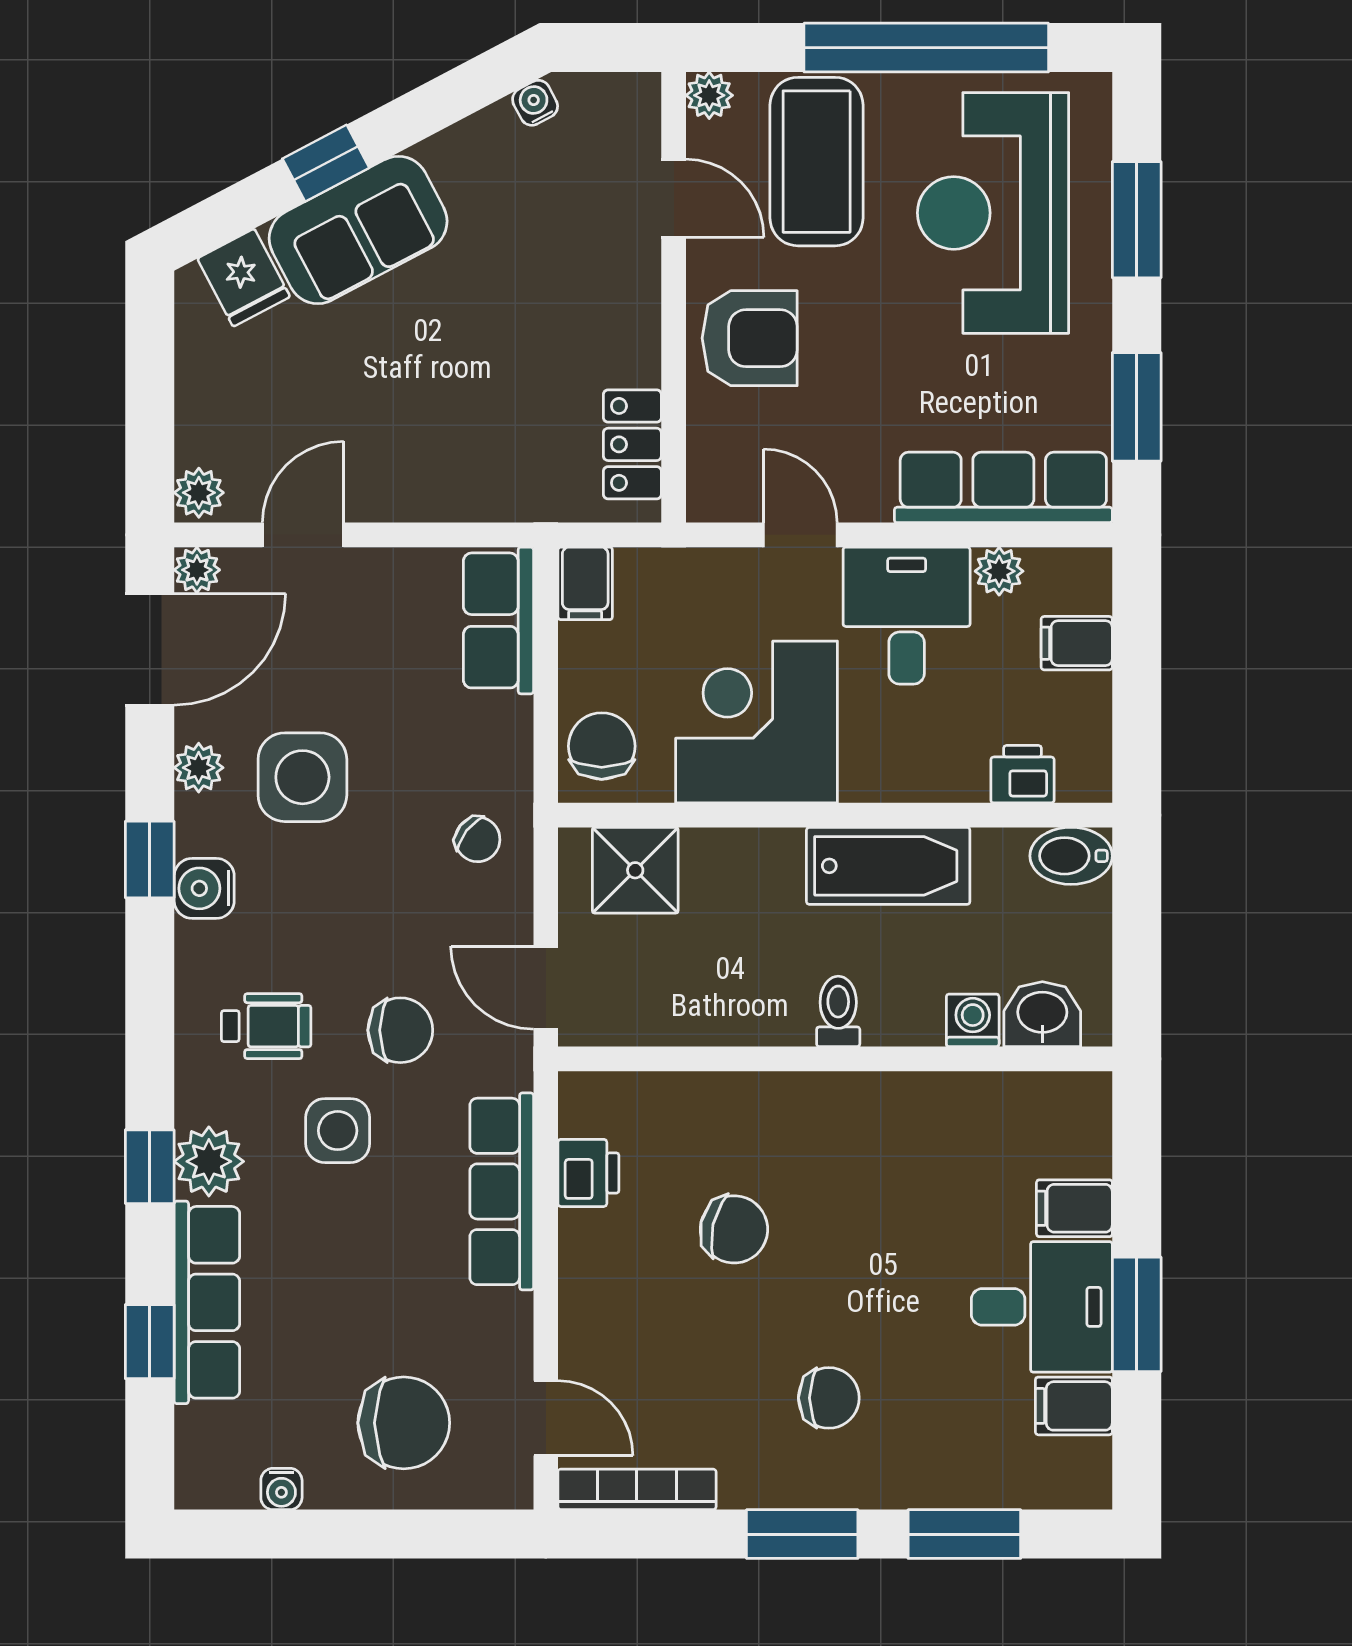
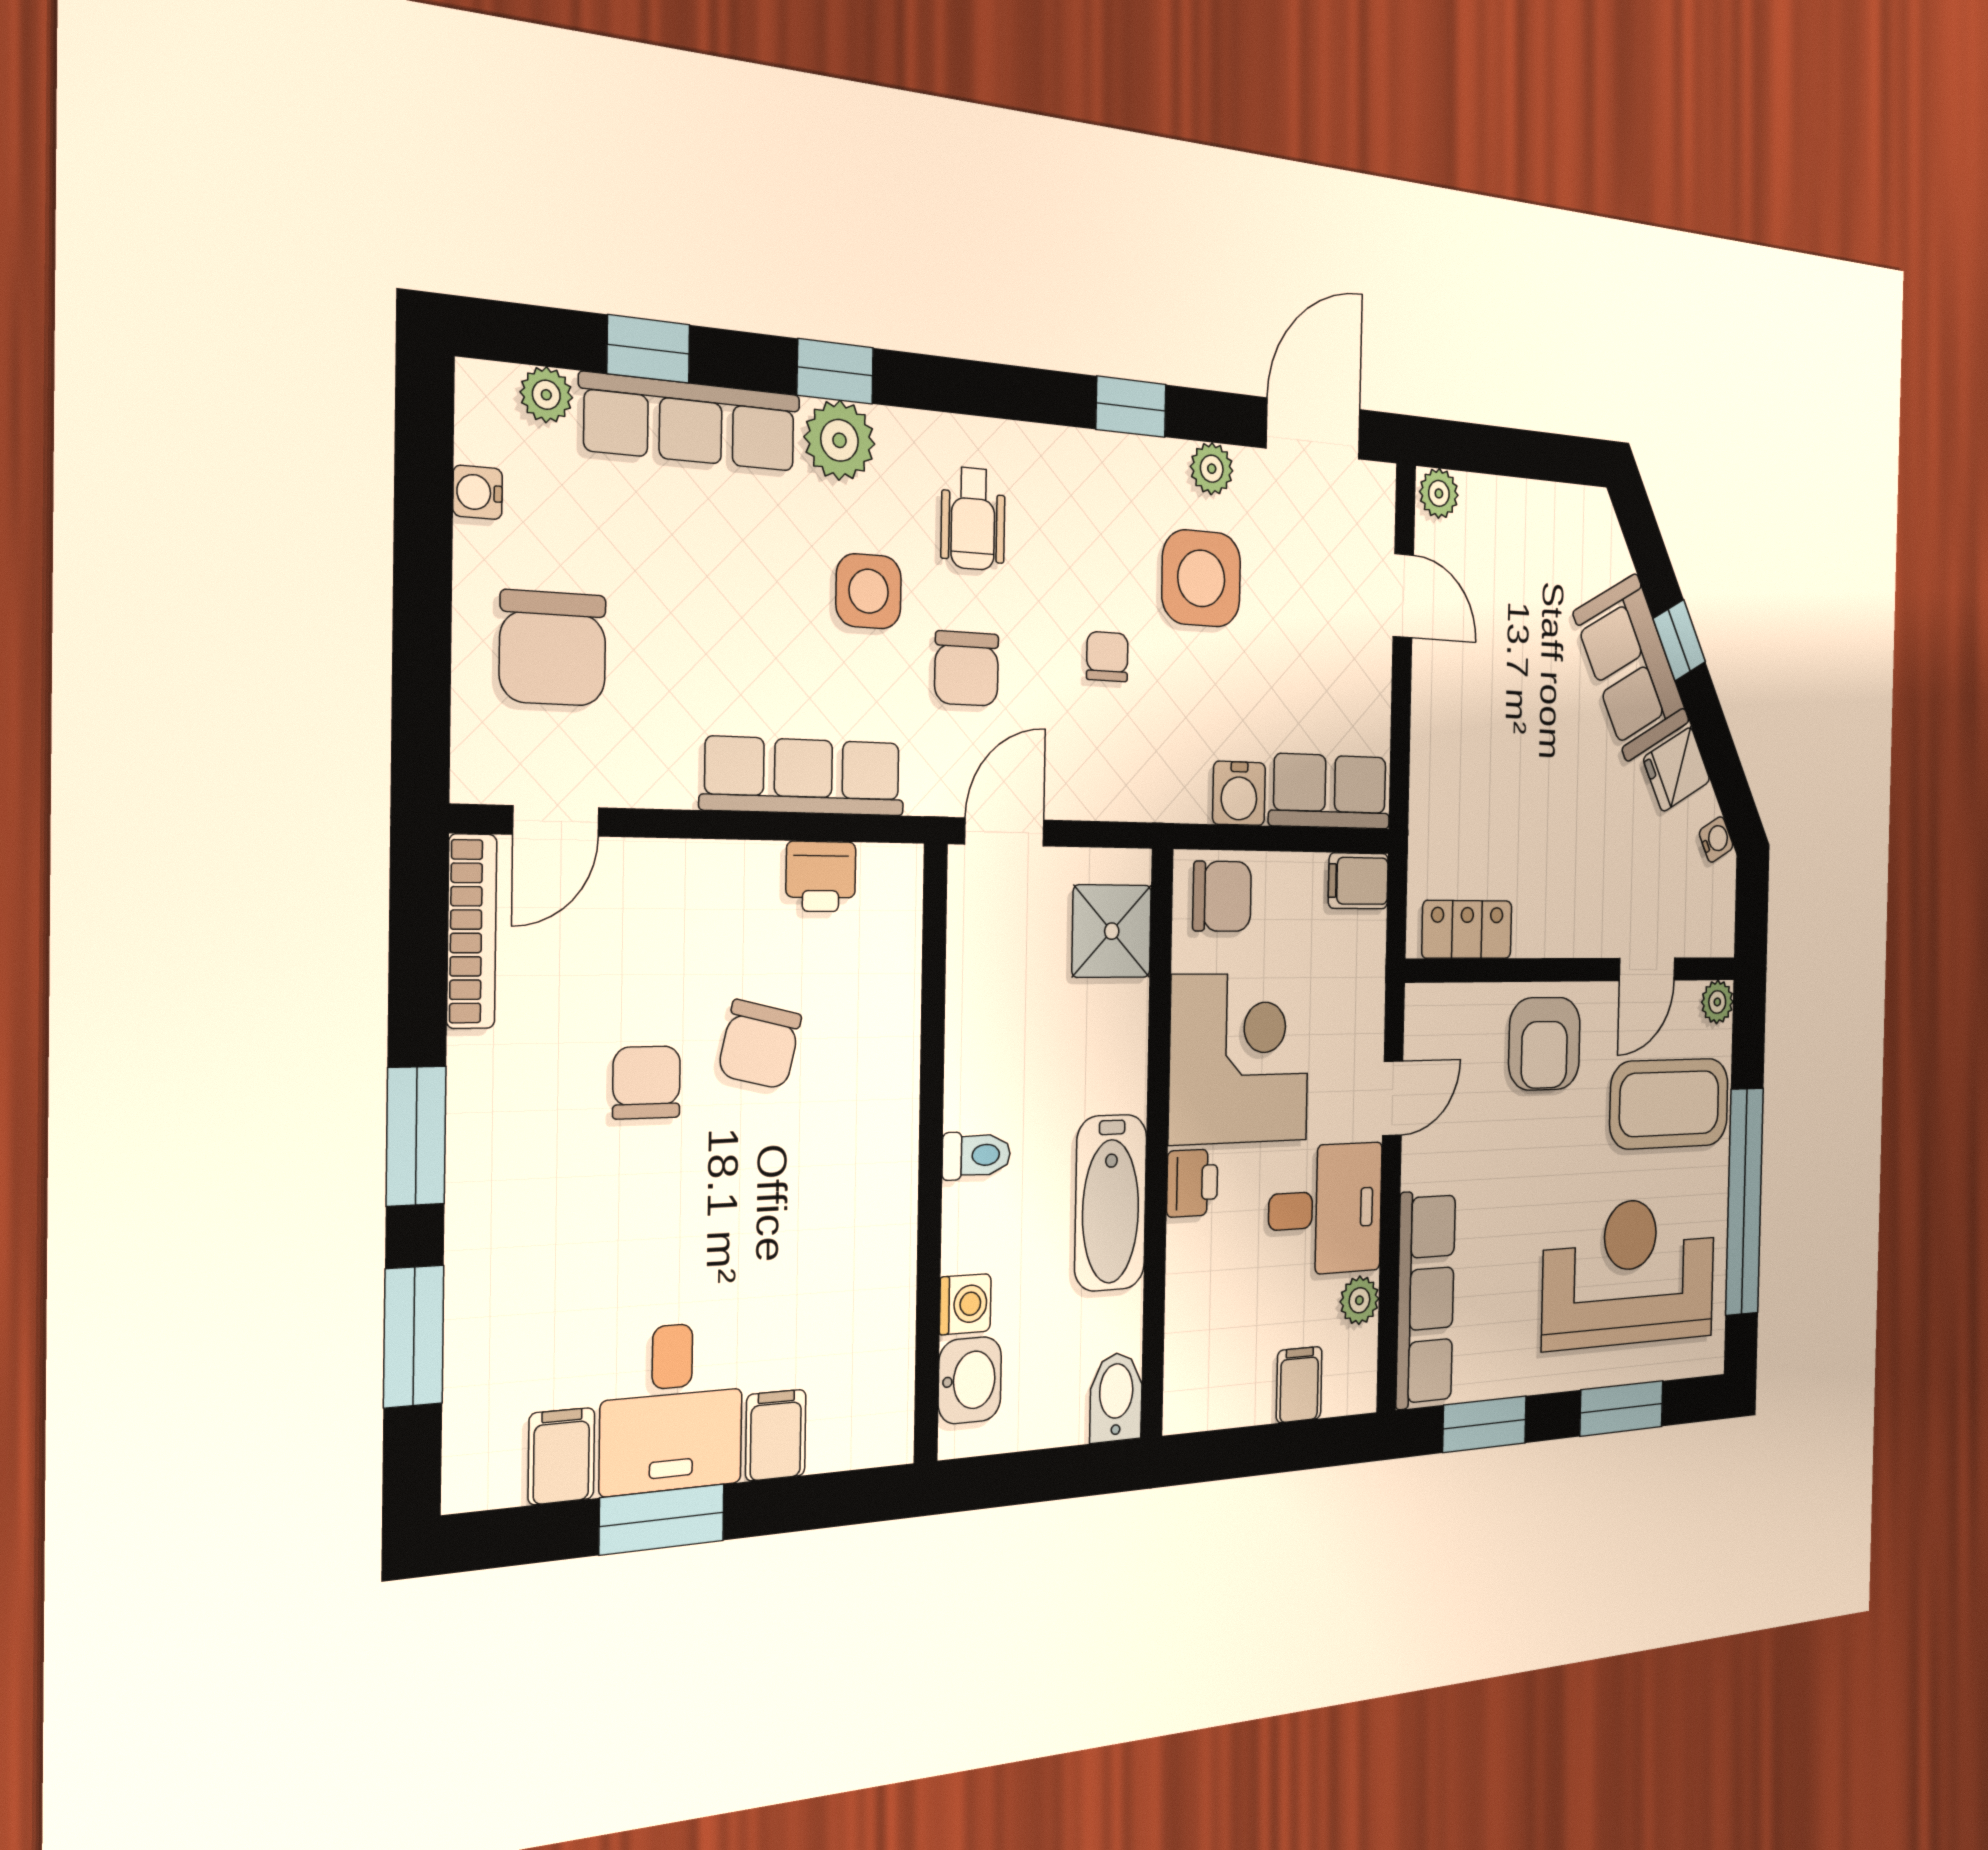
fridge: (244, 278) -> (1677, 769), moved
plant: (197, 570) -> (546, 395), moved
door: (150, 649) -> (1313, 429), swing flipped
printer: (1022, 774) -> (1192, 1183), moved
chair: (478, 839) -> (1107, 657), moved, turned 142
water cooler: (204, 888) -> (1239, 793), moved, turned 180
chair: (829, 1398) -> (647, 1082), moved, turned 180

